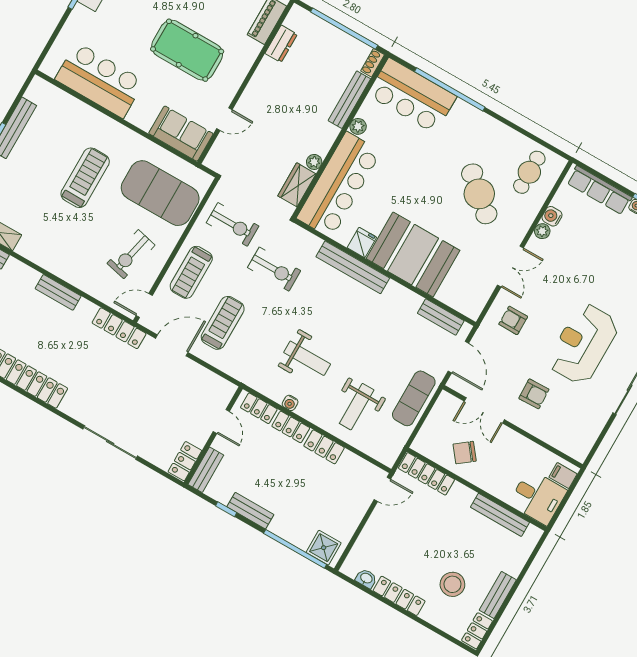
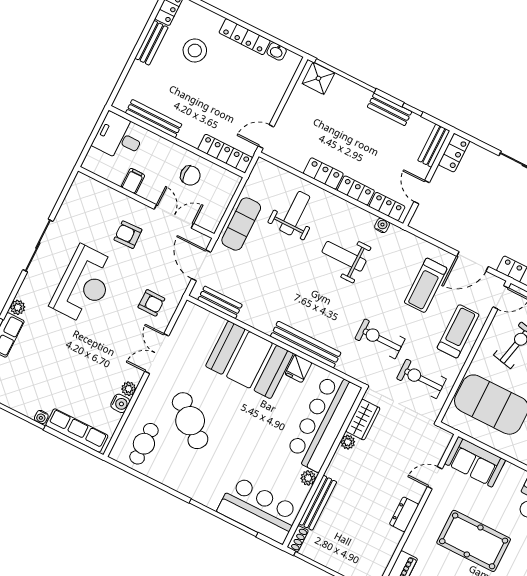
dresser: (281, 44) -> (404, 514), moved
water cooler: (290, 403) -> (382, 225), moved
chair: (465, 453) -> (190, 176), turned 38
filing cabinet: (563, 476) -> (133, 181), moved, turned -90

